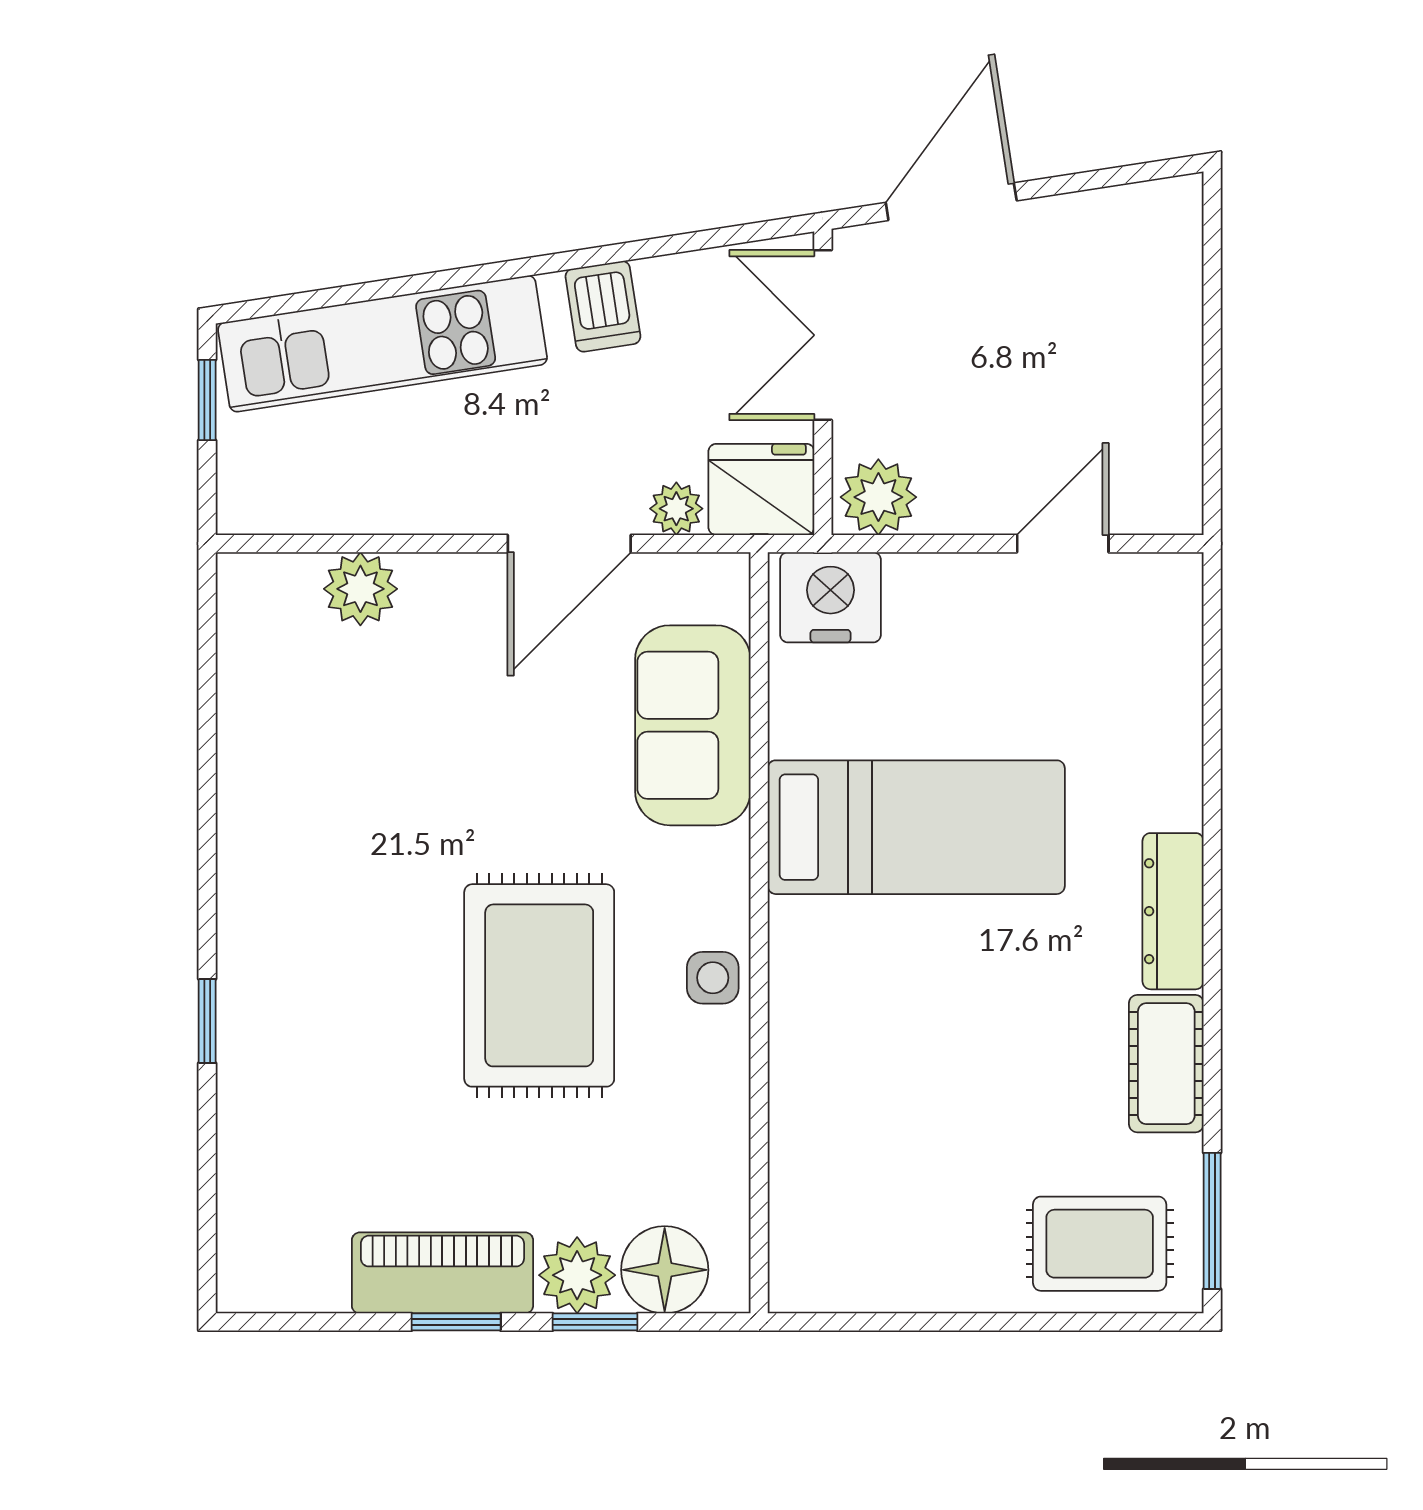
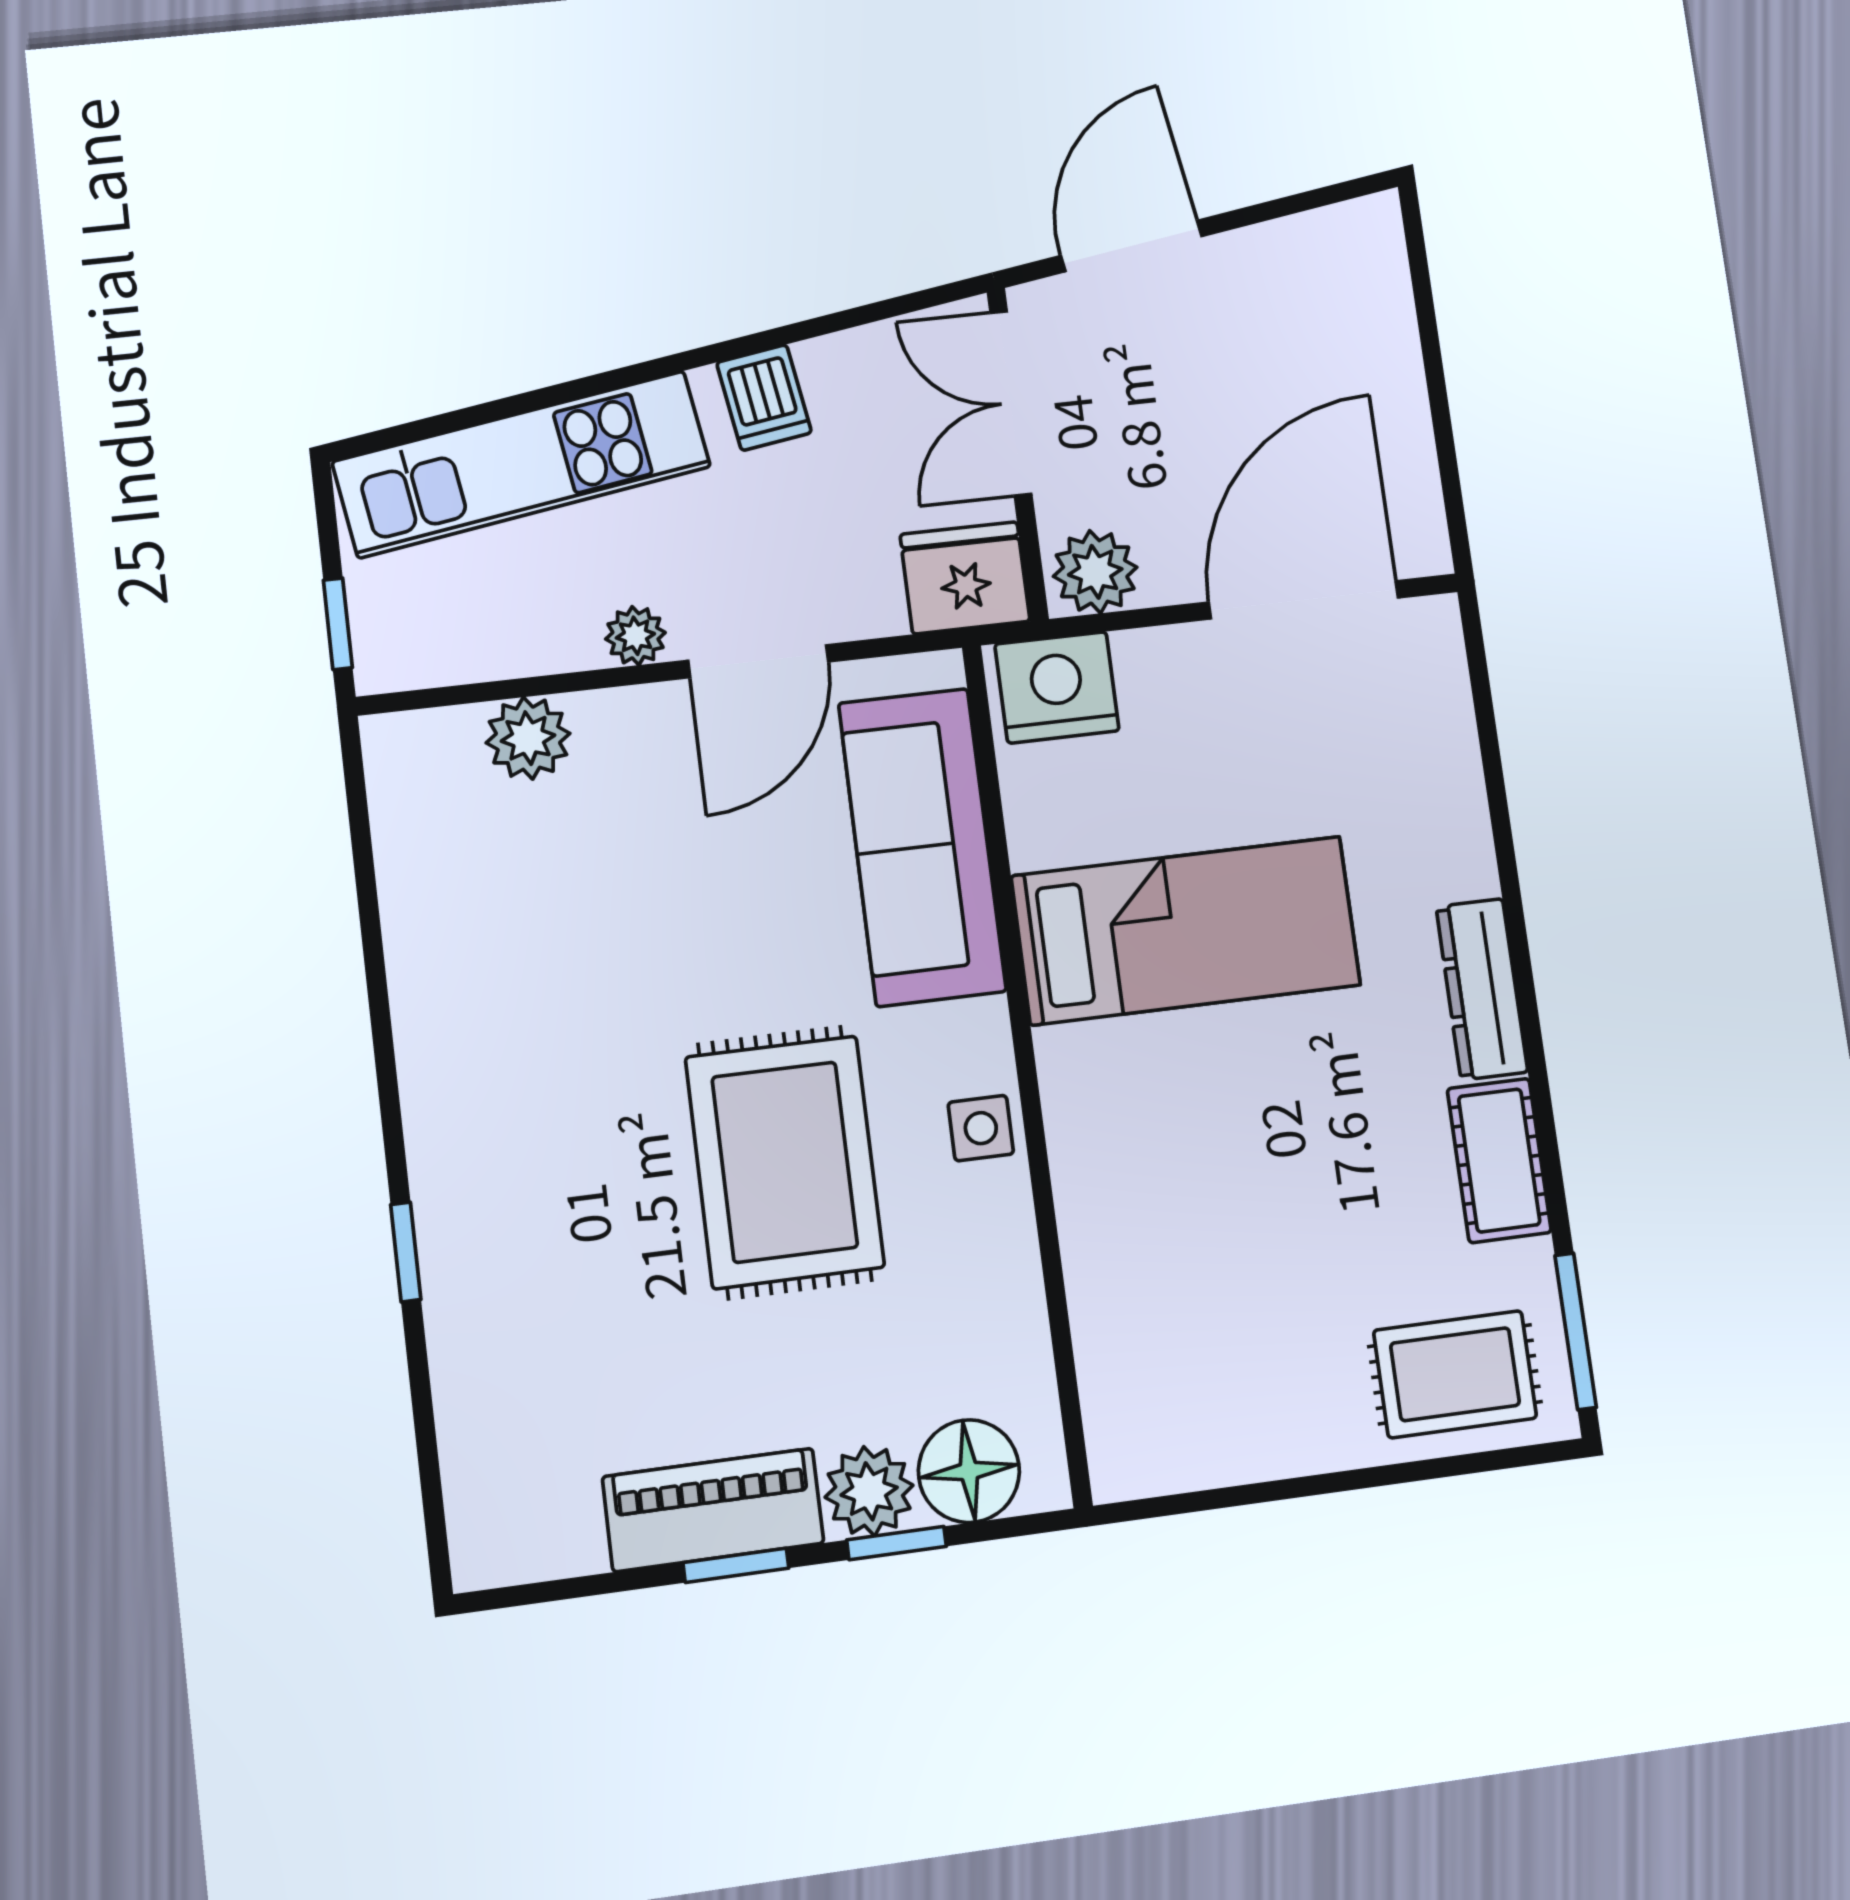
window: (207, 400) -> (338, 624), moved
plant: (676, 509) -> (635, 636), moved
door: (1063, 544) -> (1304, 600), width x1.88
sofa: (693, 725) -> (922, 847), width x1.36

